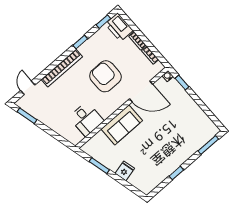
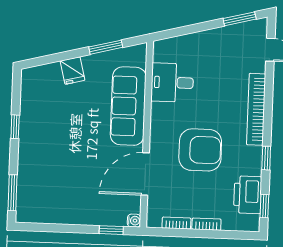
printer: (119, 27) -> (248, 195), moved, turned -90
sofa: (122, 125) -> (128, 106), width x1.36

